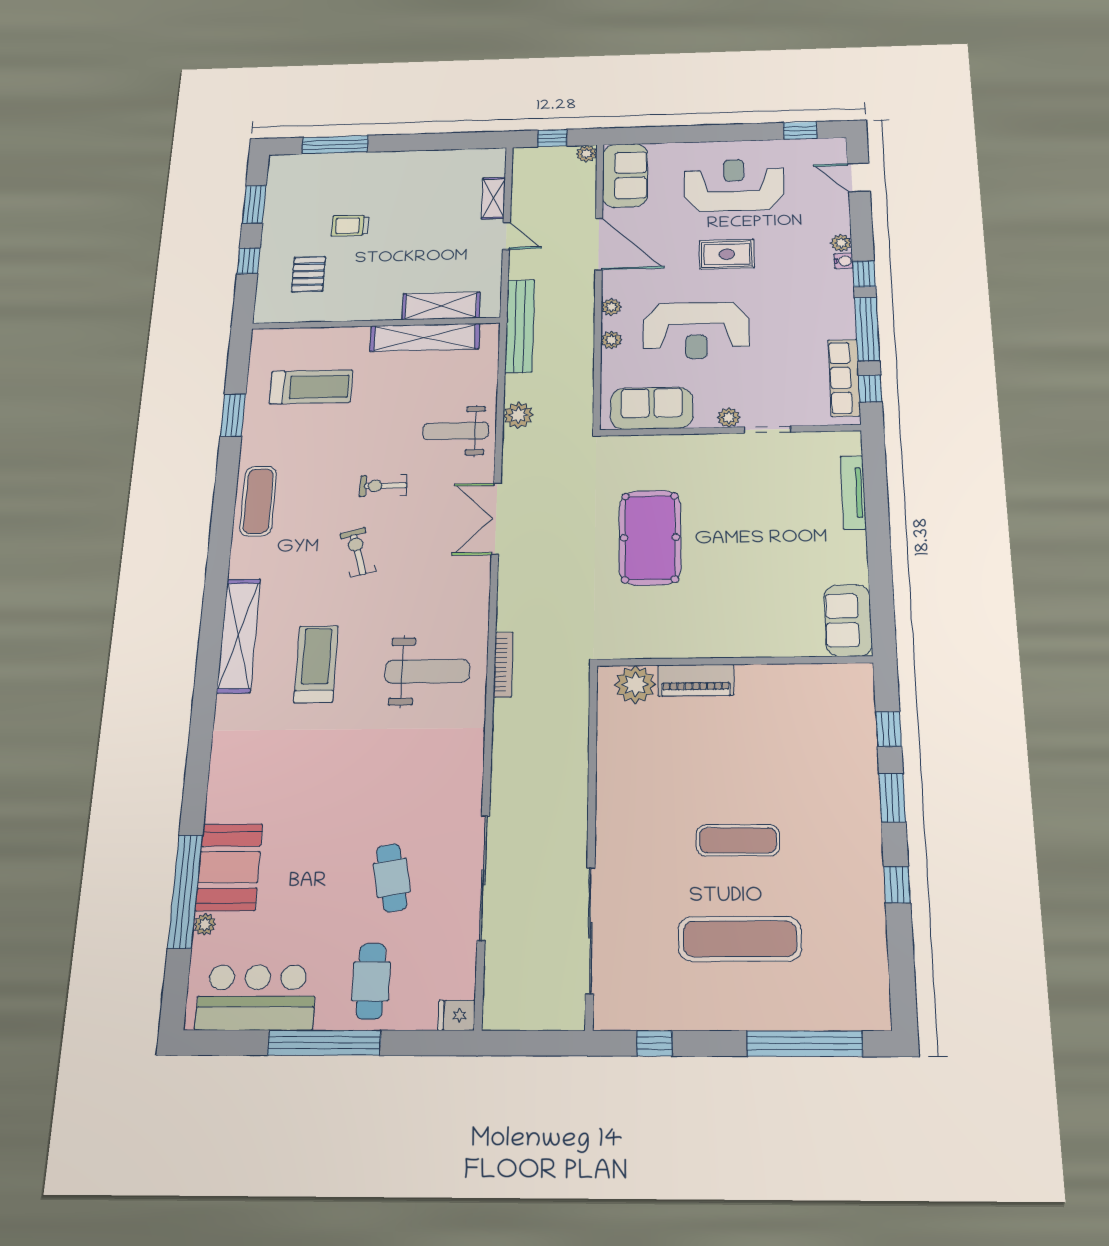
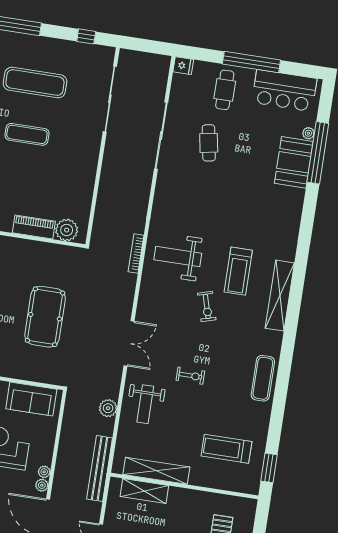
plant: (611, 340) -> (42, 485), moved
window: (233, 415) -> (269, 468), moved
weight bench: (456, 431) -> (145, 404), turned 90
exercise bike: (358, 552) -> (207, 307), moved

